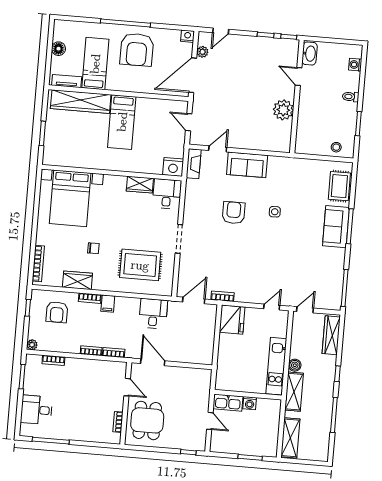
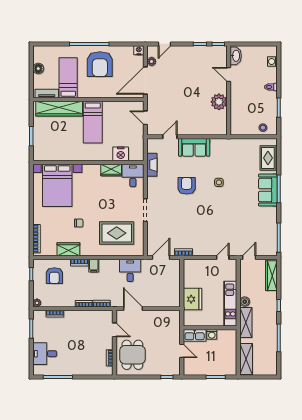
fireplace: (194, 164) -> (152, 165), moved
nightstand: (173, 167) -> (121, 154), moved
fridge: (232, 320) -> (192, 299), moved

